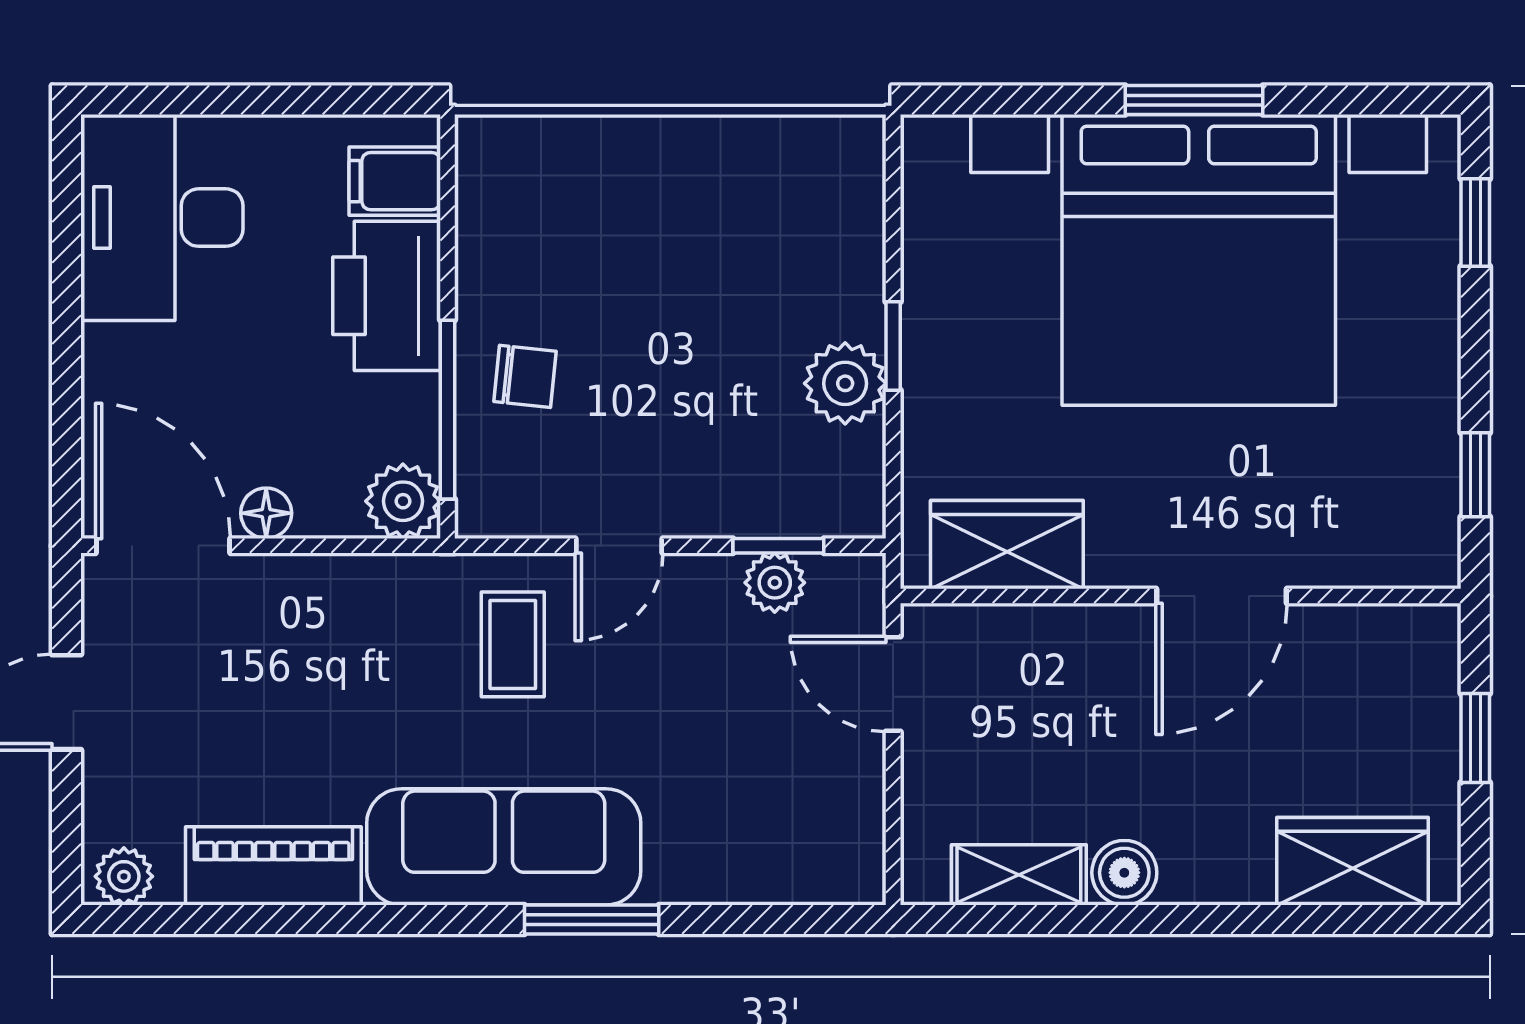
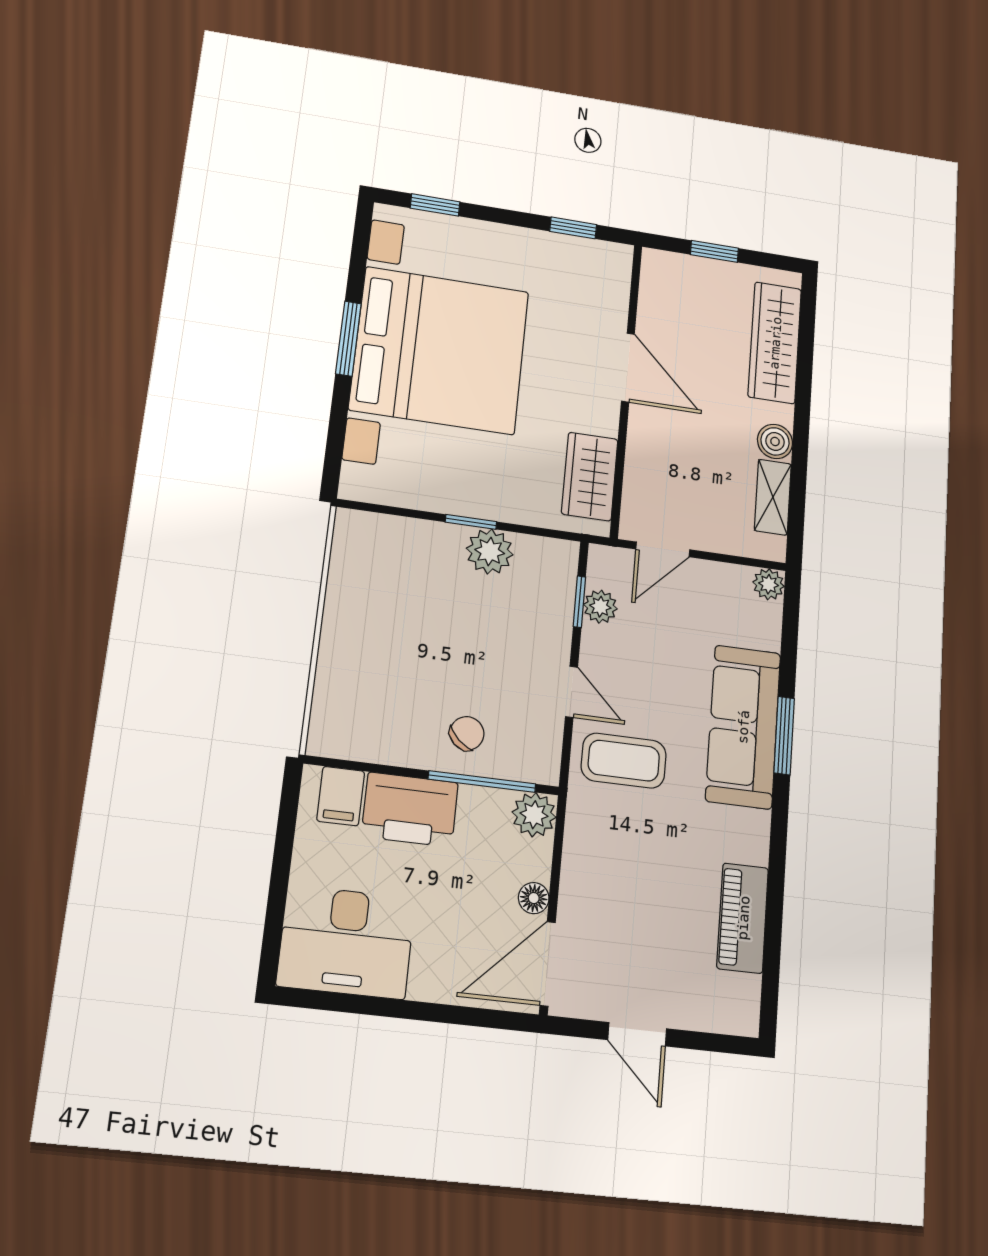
chair: (525, 376) -> (467, 733), turned 37
coffee table: (513, 644) -> (624, 761), width x1.36, depth x1.30
sofa: (504, 847) -> (743, 727), moved
wardrobe: (1352, 861) -> (775, 343), width x1.50
plant: (124, 876) -> (769, 584), moved

